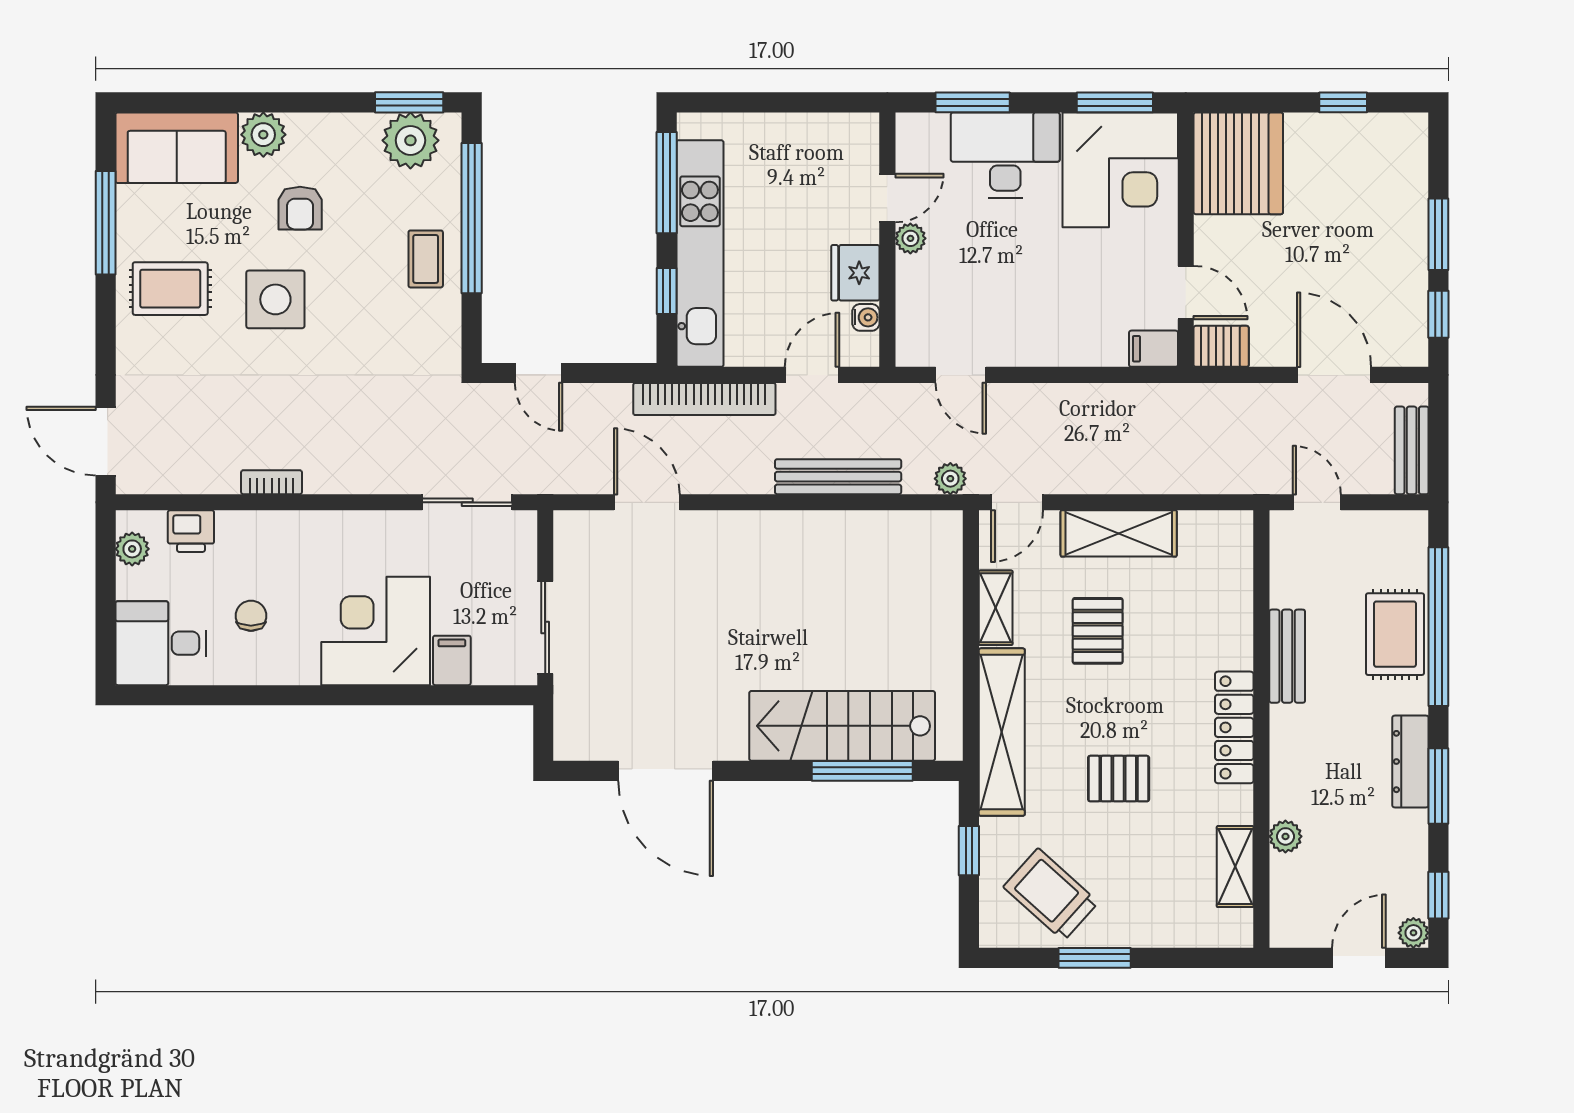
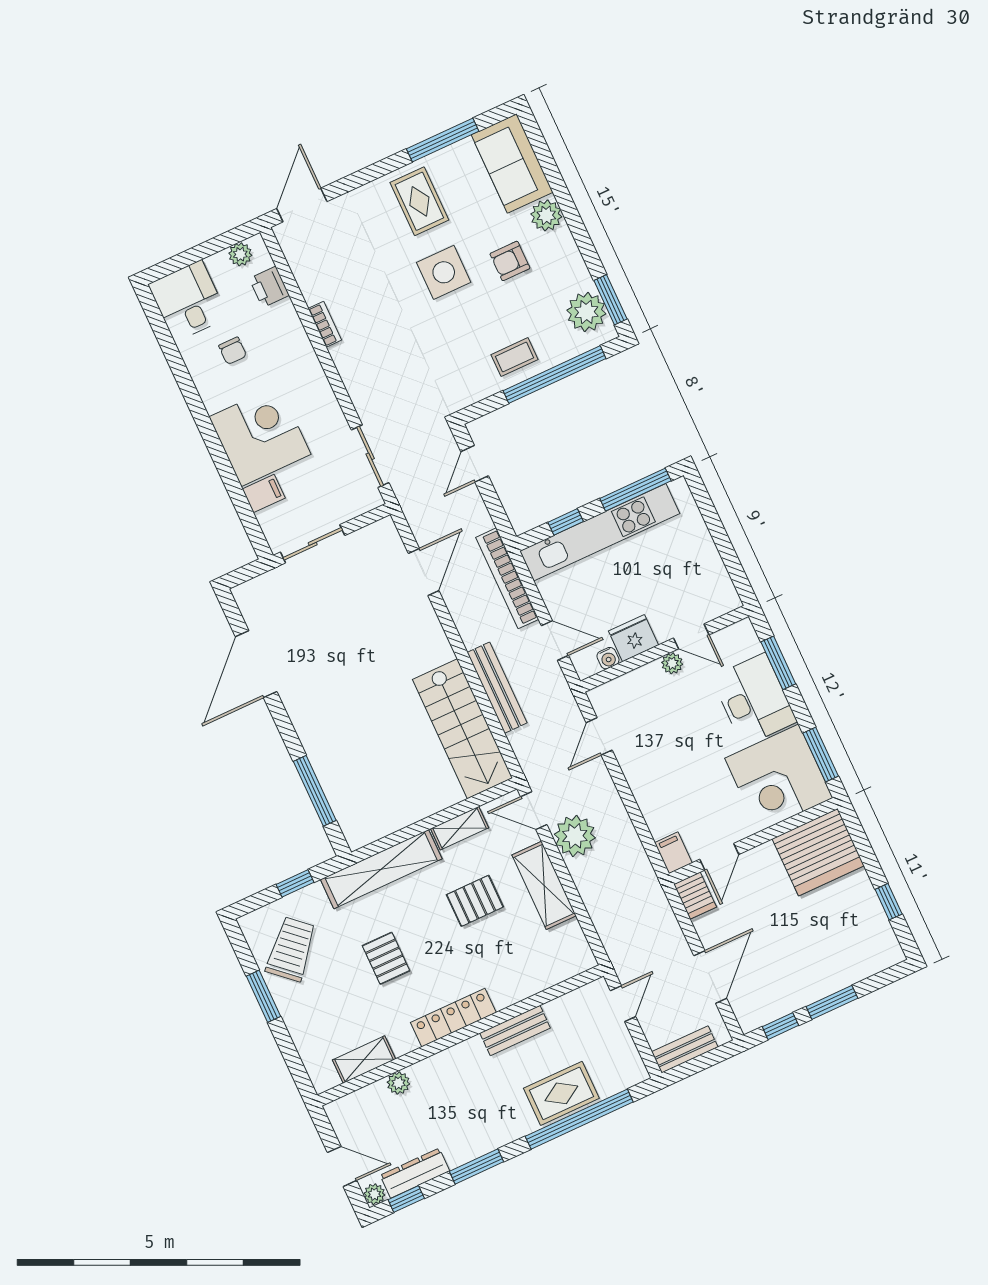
plant: (950, 479) -> (575, 836), moved, width x1.88, depth x1.88
chair: (251, 616) -> (233, 351), turned 90
stairs: (842, 726) -> (462, 729), moved, turned 180
dresser: (1410, 762) -> (415, 1173), moved

